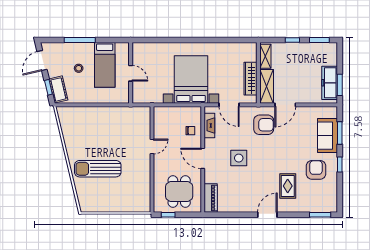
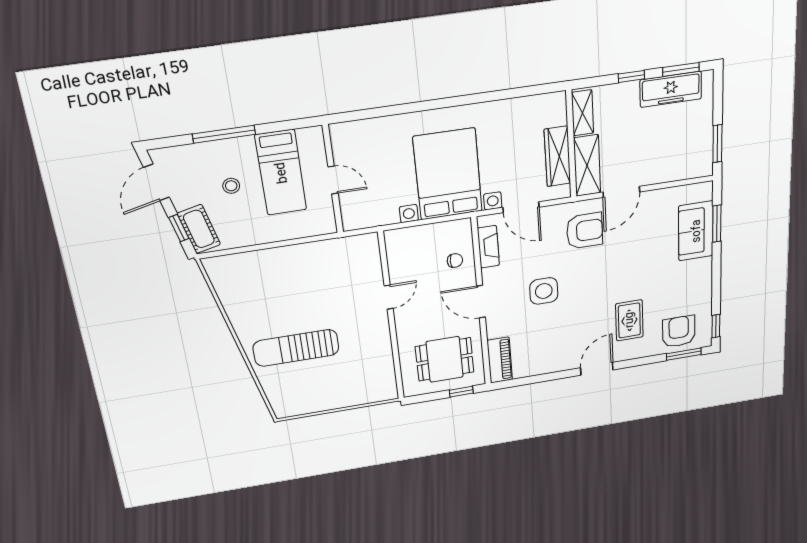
freezer: (330, 83) -> (671, 89), moved, turned -90
window: (340, 165) -> (716, 326), moved
armchair: (316, 170) -> (679, 331), moved
dining table: (179, 192) -> (445, 359), turned 90
window: (168, 215) -> (461, 392), moved

